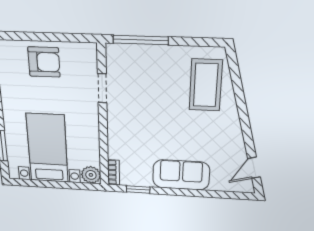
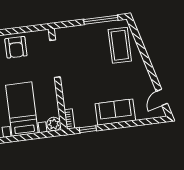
window: (141, 40) -> (101, 20), moved
armchair: (44, 62) -> (16, 47), turned 90
doorway: (102, 88) -> (55, 59), width x1.87

